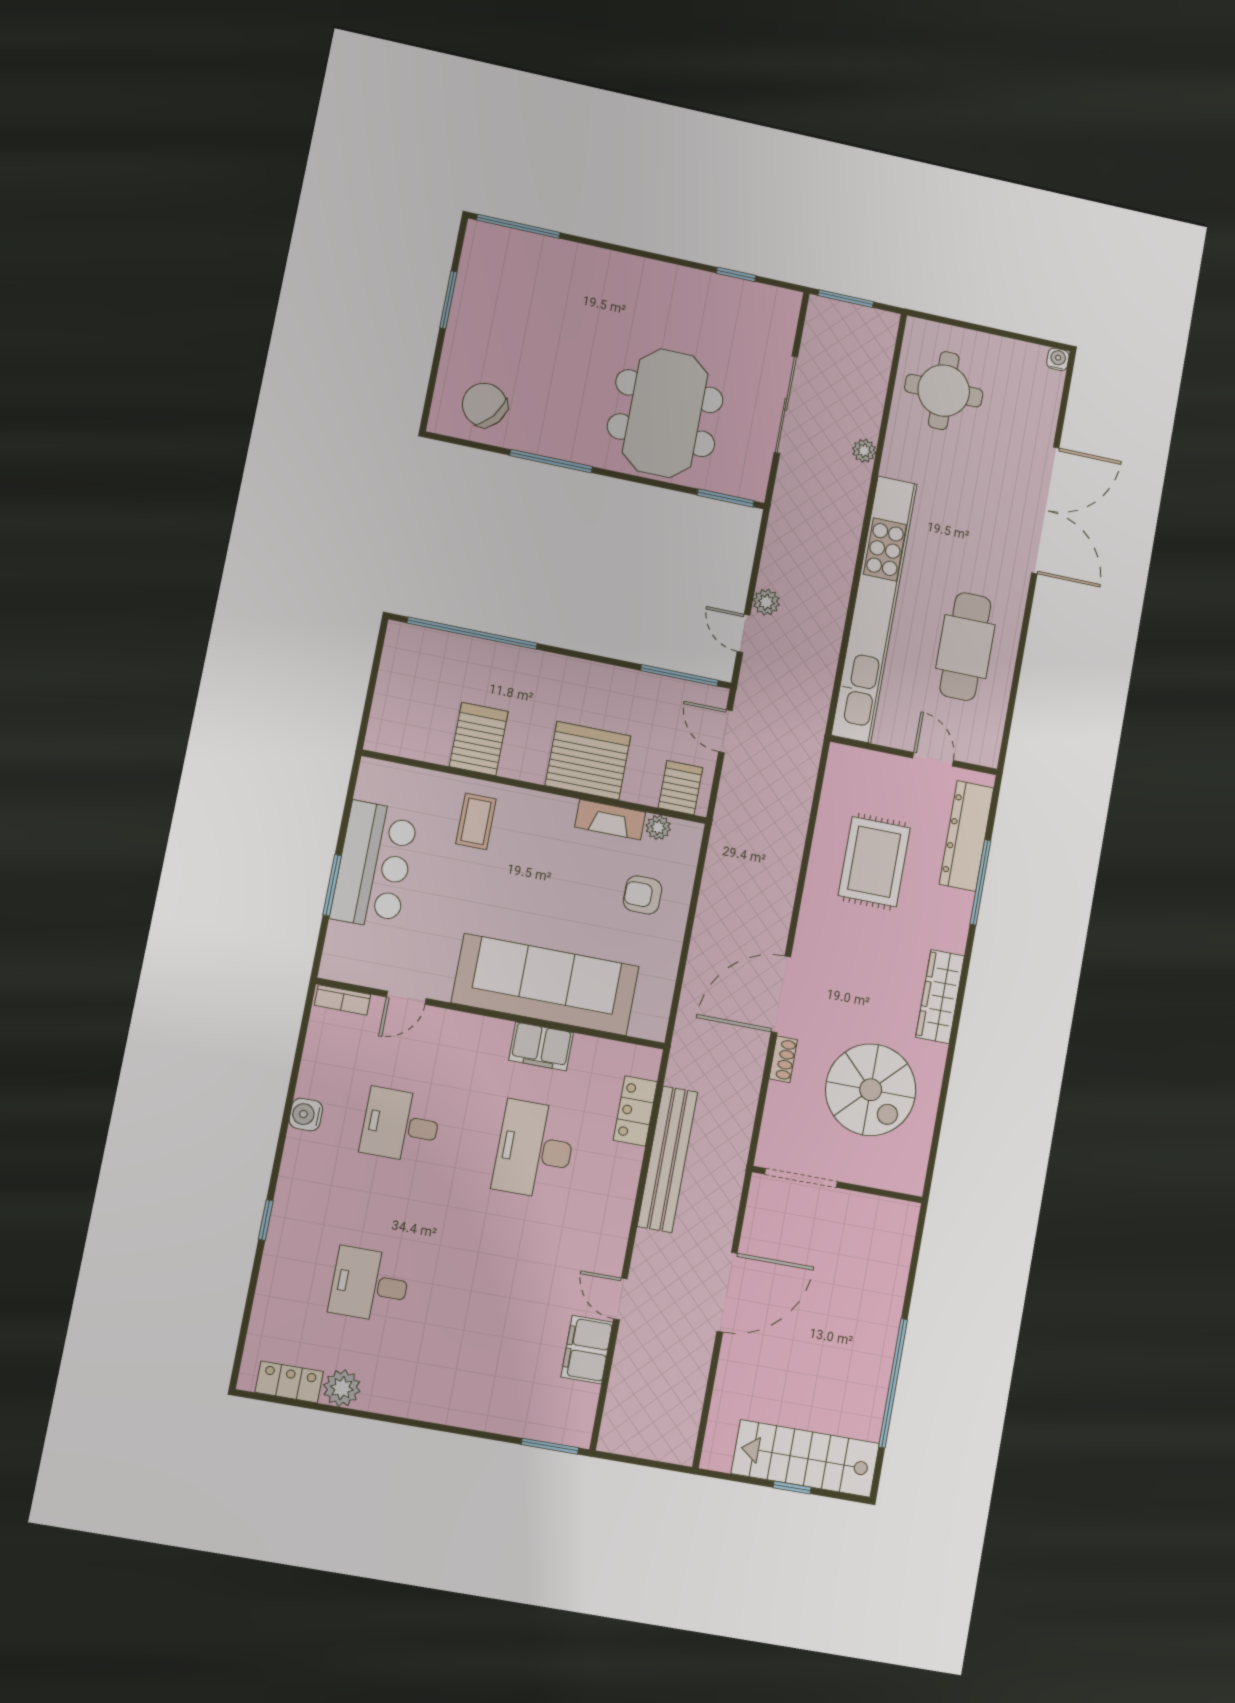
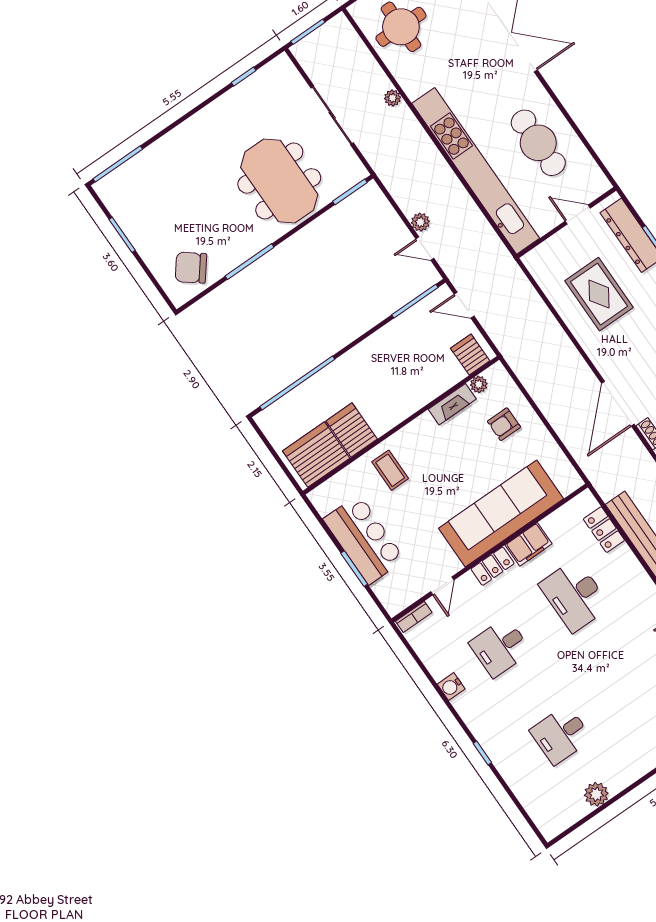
server rack: (588, 761) -> (316, 455), moved
locker: (289, 1382) -> (493, 566), moved, turned 180

